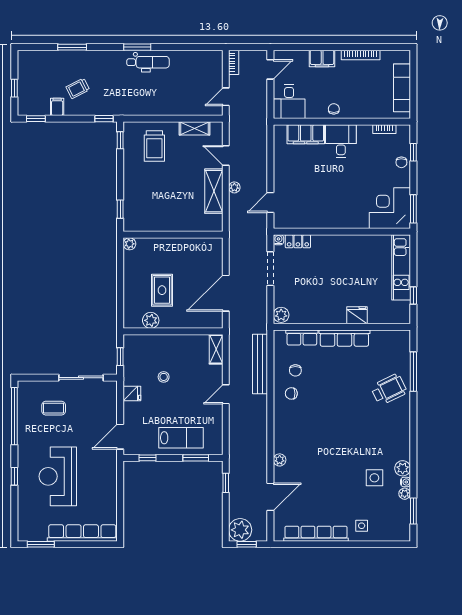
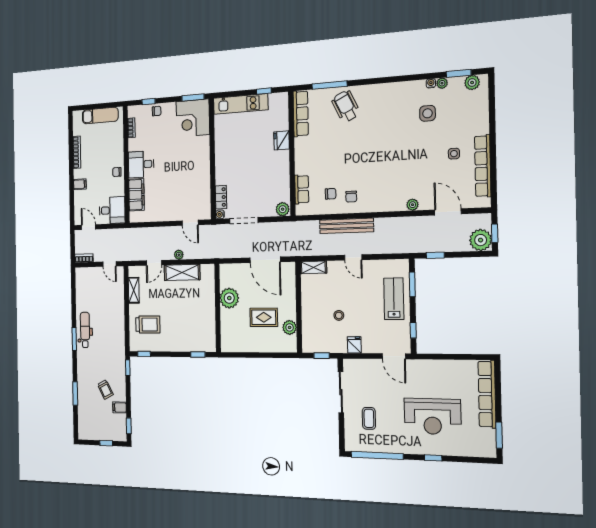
filing cabinet: (322, 59) -> (80, 184), width x0.50
plant: (129, 244) -> (229, 298), moved, width x1.87, depth x1.87
row of seats: (344, 338) -> (301, 114), moved
bench: (260, 364) -> (346, 226), moved
plant: (403, 468) -> (472, 83), moved
side table: (362, 526) -> (454, 154), moved

